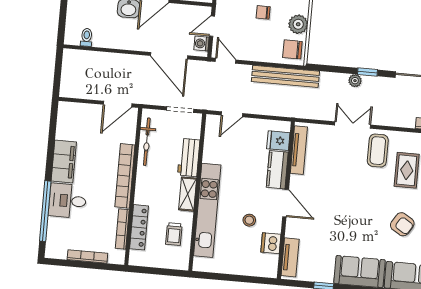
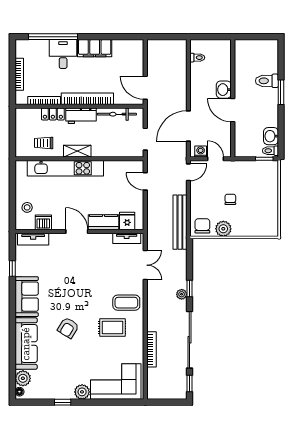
plant: (355, 81) -> (182, 294), moved
double door: (353, 125) -> (145, 265), moved
tv unit: (299, 150) -> (127, 238), width x0.71
workbench: (189, 157) -> (81, 116), moved, turned 180
door: (286, 203) -> (77, 232), swing flipped
stool: (249, 220) -> (27, 207), moved
locker: (139, 227) -> (53, 114), width x0.66

